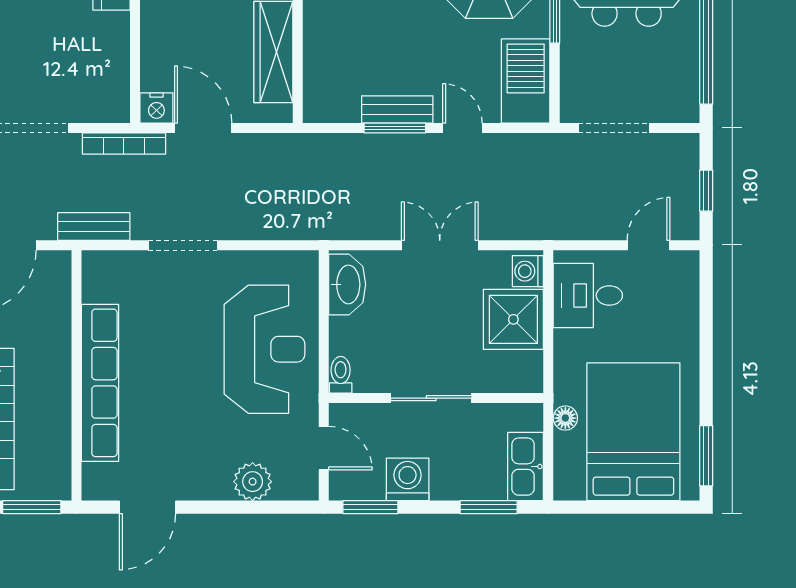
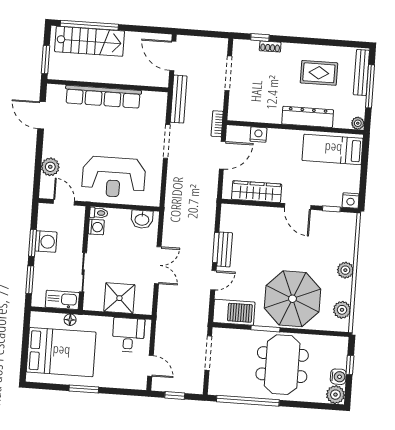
nightstand: (156, 108) -> (258, 135), moved, turned 90
bookcase: (124, 144) -> (217, 124), width x0.64
bench: (94, 226) -> (179, 99), width x1.36
washing machine: (528, 271) -> (96, 227), moved, turned 90
washbasin: (347, 284) -> (142, 219), width x0.72
sliding door: (431, 398) -> (83, 272), moved
door: (324, 448) -> (64, 202), swing flipped
window: (706, 456) -> (84, 389), moved
kitchen sink: (526, 467) -> (62, 300), moved
window: (370, 507) -> (32, 243), moved

